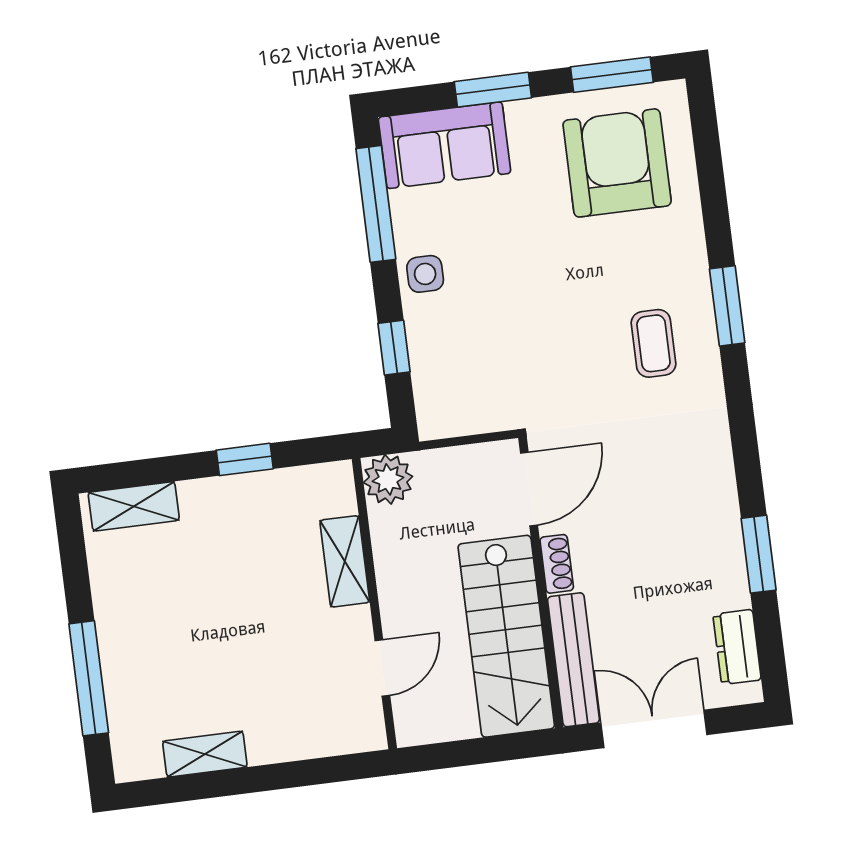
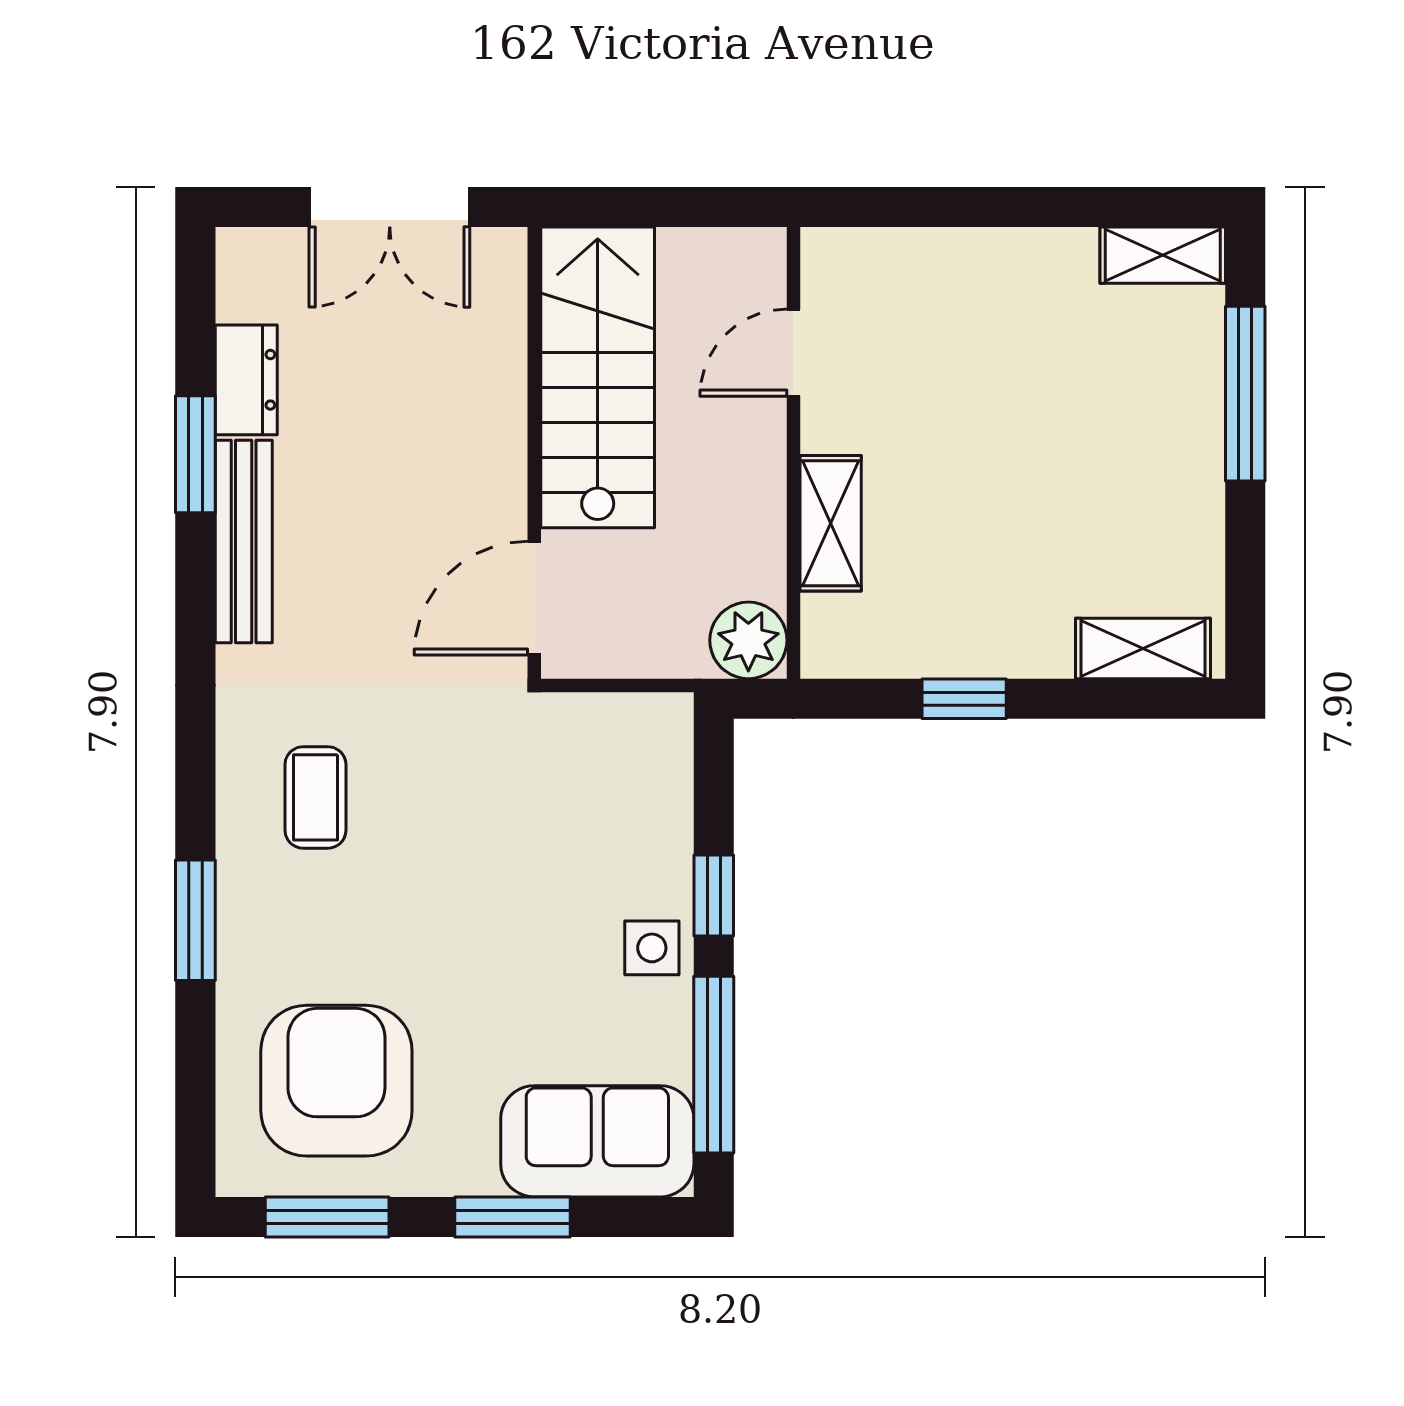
armchair: (617, 163) -> (336, 1081), turned 180
window: (727, 306) -> (195, 920), moved
window: (394, 348) -> (714, 895), moved
shoe rack: (557, 564) -> (506, 479), removed
dresser: (737, 647) -> (246, 380), moved
bench: (573, 660) -> (244, 541), moved
shelving: (205, 754) -> (1163, 255), moved

